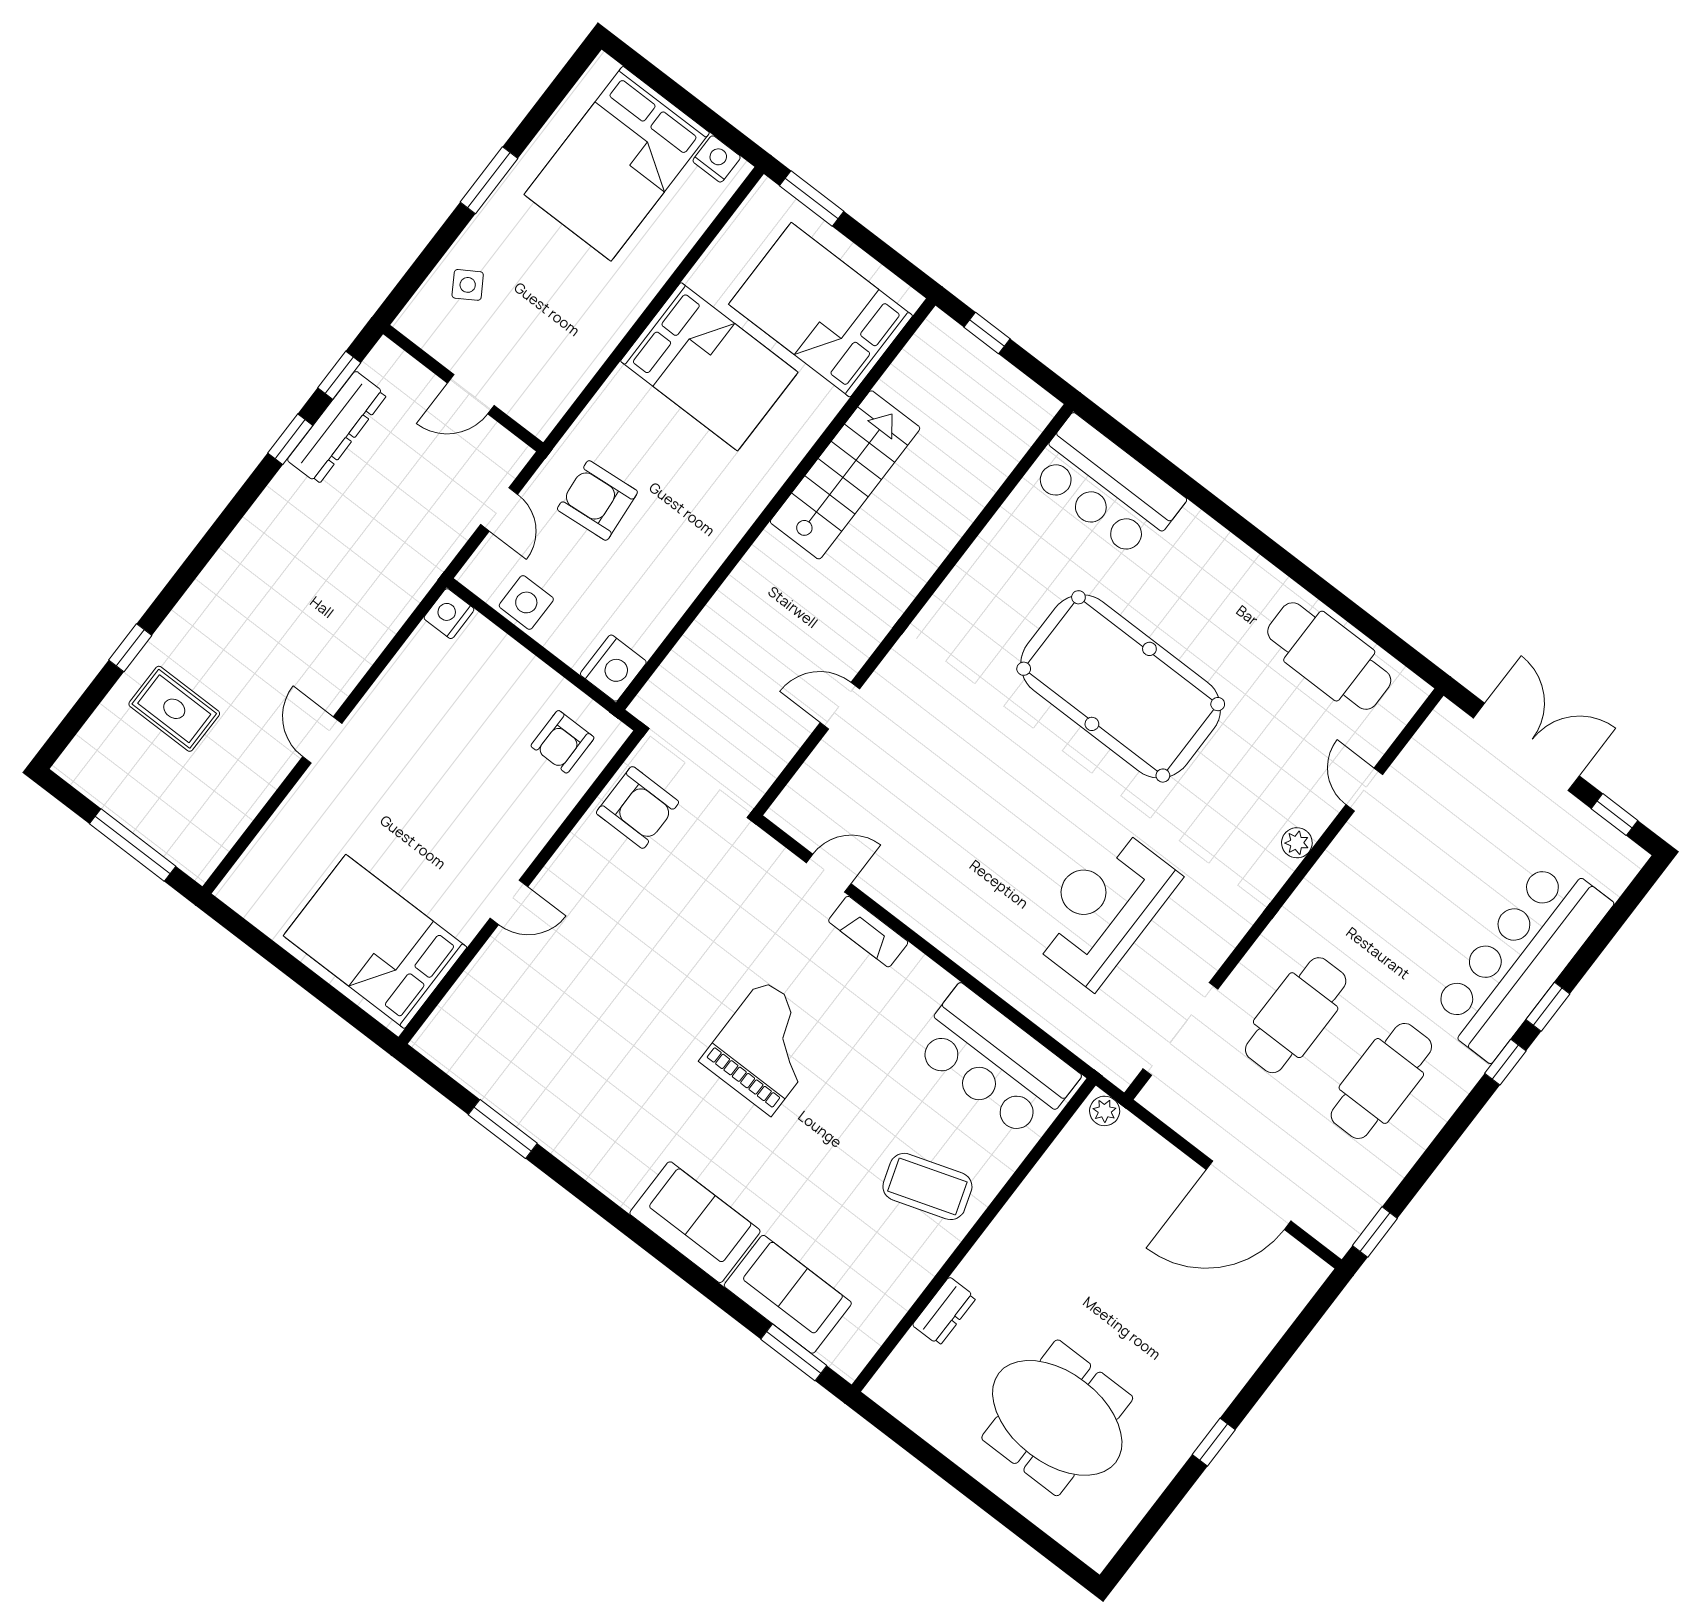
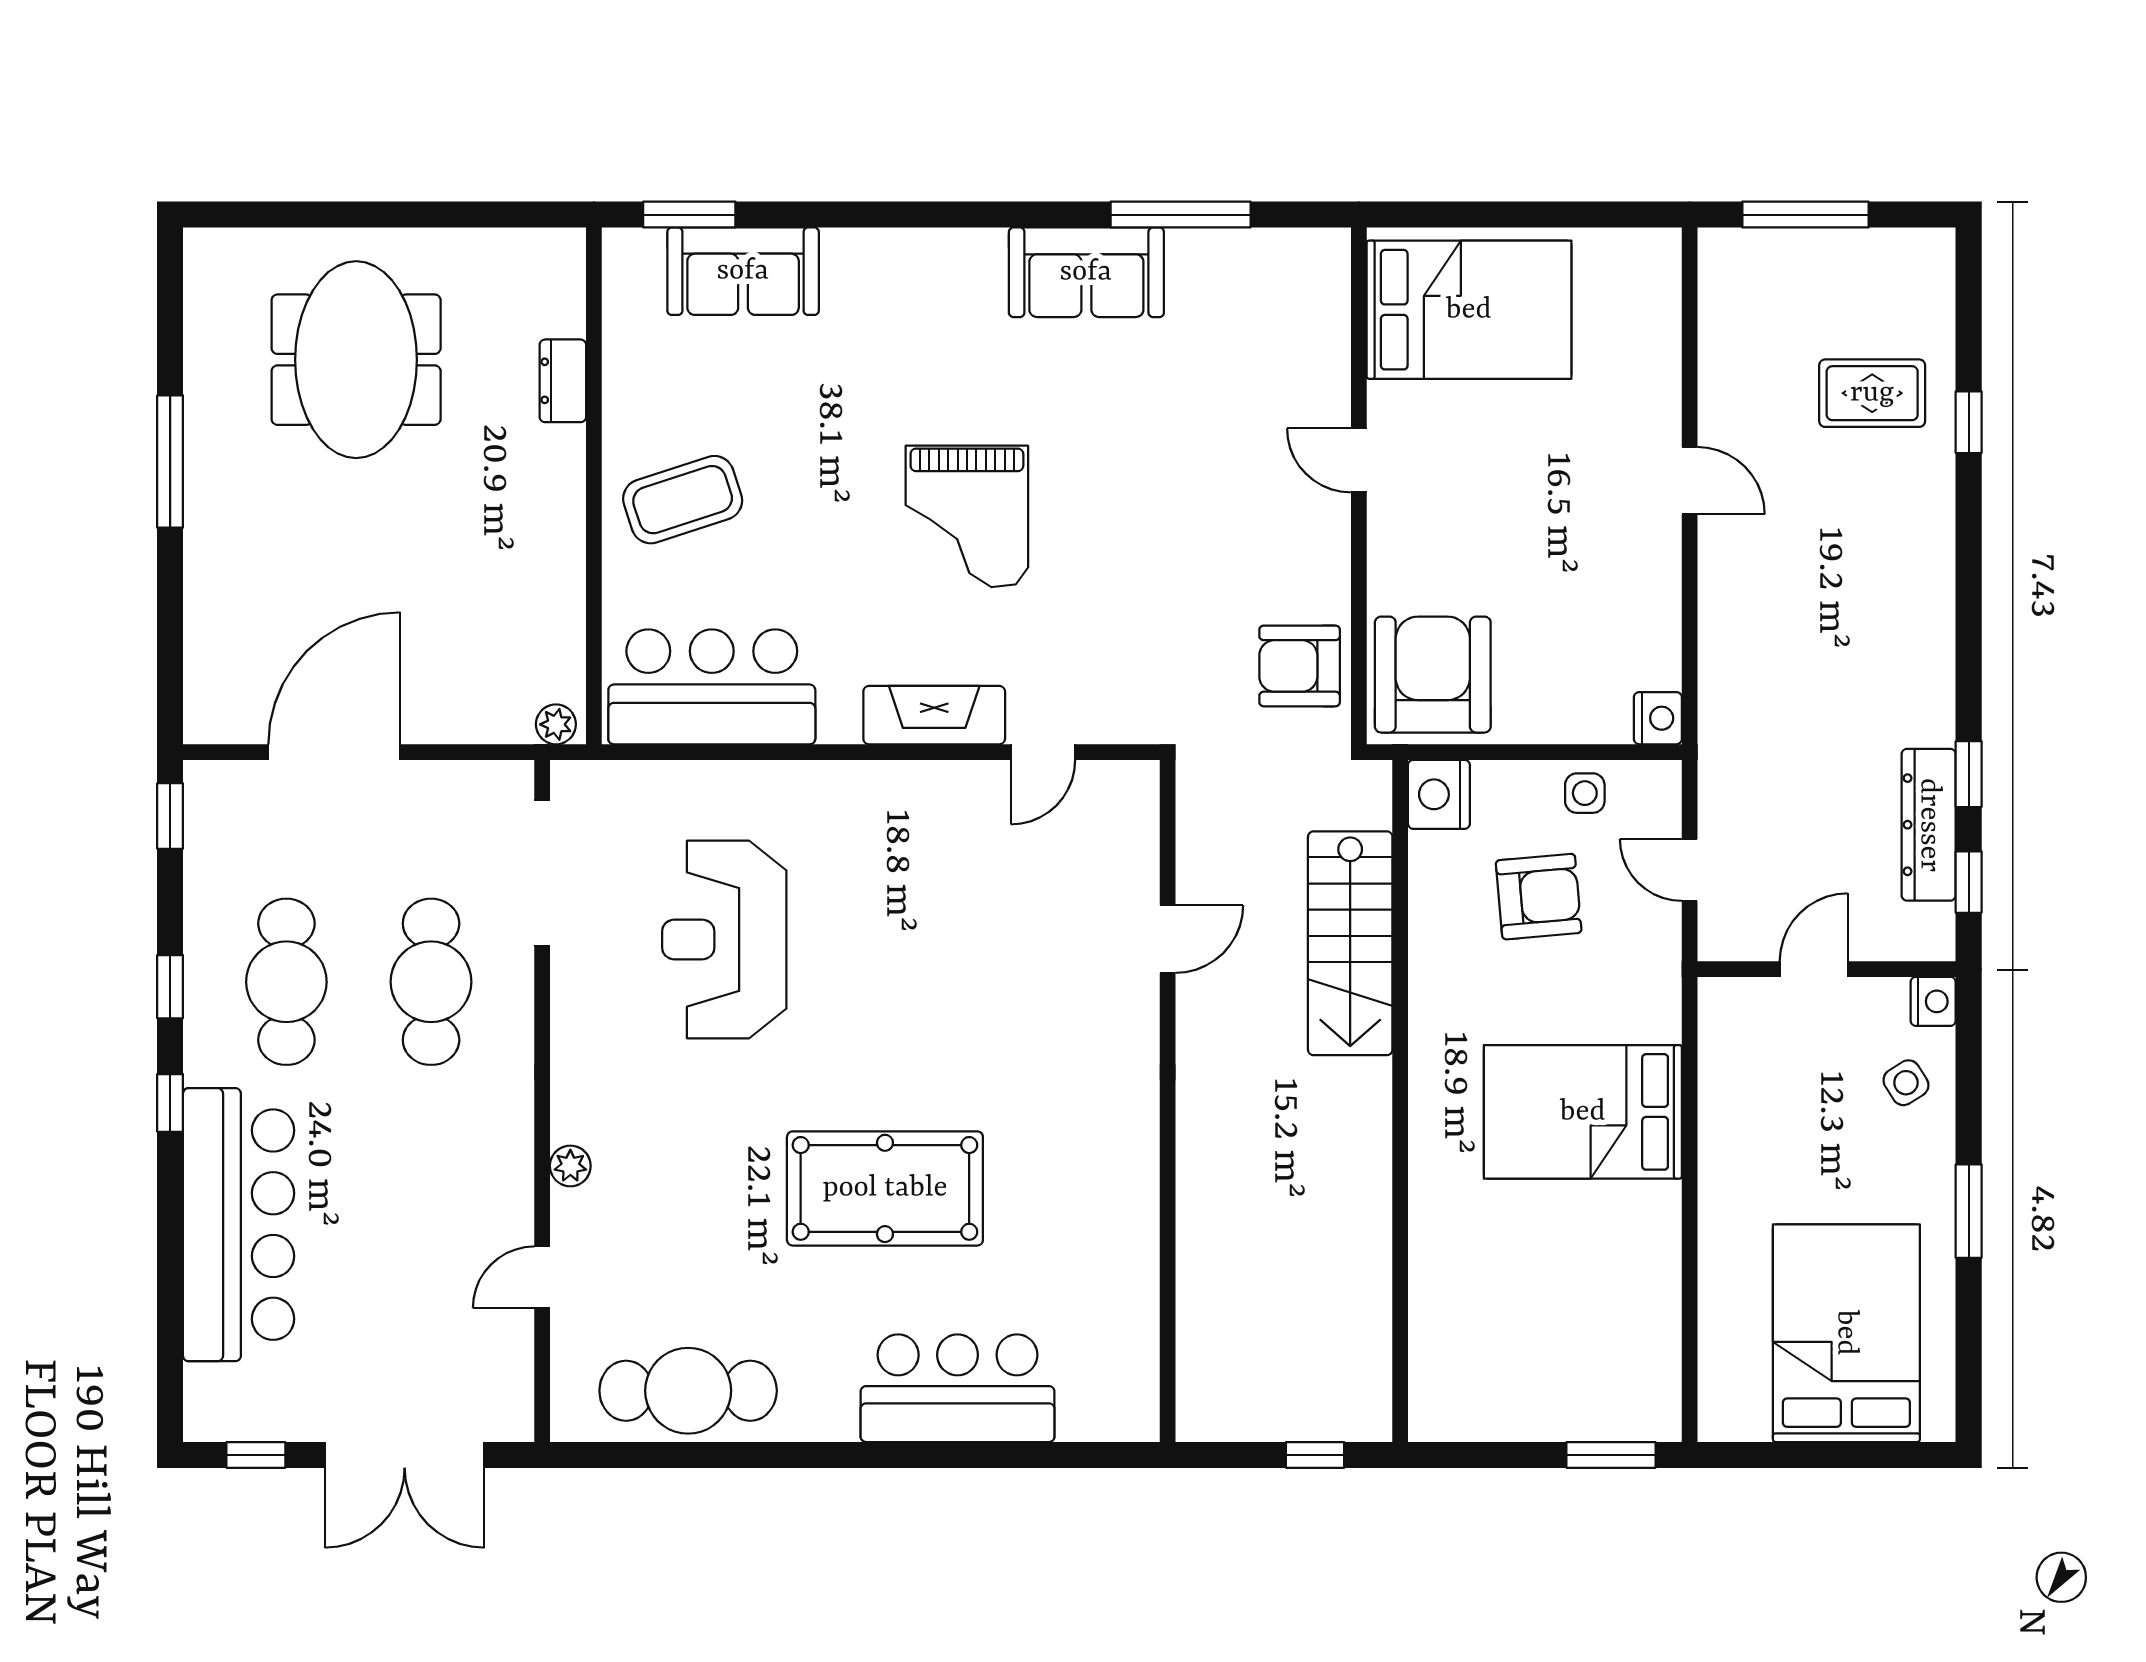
nightstand: (717, 159) -> (1933, 1001), moved, turned -90
bed: (821, 310) -> (1511, 1344), removed
bed: (709, 367) -> (1583, 1112), moved
stairs: (845, 475) -> (1350, 943), moved
bar counter: (1106, 487) -> (958, 1388), moved
armchair: (597, 500) -> (1539, 897), moved
side table: (526, 602) -> (1585, 793), width x0.73, depth x0.73
pool table: (1121, 686) -> (885, 1188), width x0.73, depth x0.76
armchair: (562, 742) -> (1433, 675), width x1.88, depth x1.88
door: (1364, 790) -> (542, 1277), swing flipped
door: (509, 902) -> (1359, 460), hinge flipped
reception desk: (1103, 907) -> (724, 939), turned 180
fireplace: (868, 932) -> (934, 715), width x1.37, depth x1.32
window: (1548, 1007) -> (170, 987), moved
window: (503, 1129) -> (1181, 215), width x1.44
sofa: (695, 1222) -> (1086, 272), moved
meeting table: (1057, 1418) -> (356, 360), turned 90
window: (1214, 1442) -> (170, 462), width x2.17

